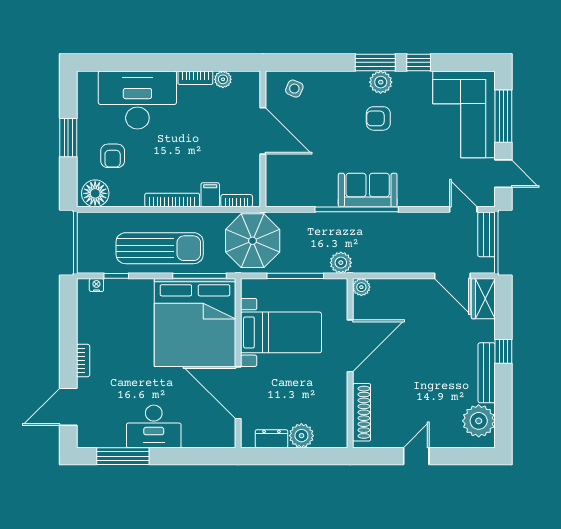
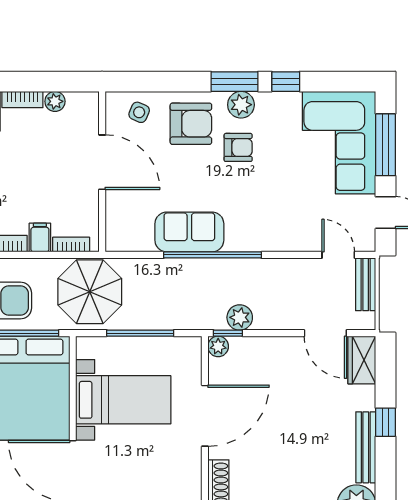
armchair: (338, 98) -> (191, 124), added
armchair: (378, 118) -> (238, 147), turned 180
sofa: (368, 190) -> (189, 232), moved
plant: (341, 263) -> (240, 317), moved
window: (370, 276) -> (228, 333), added

